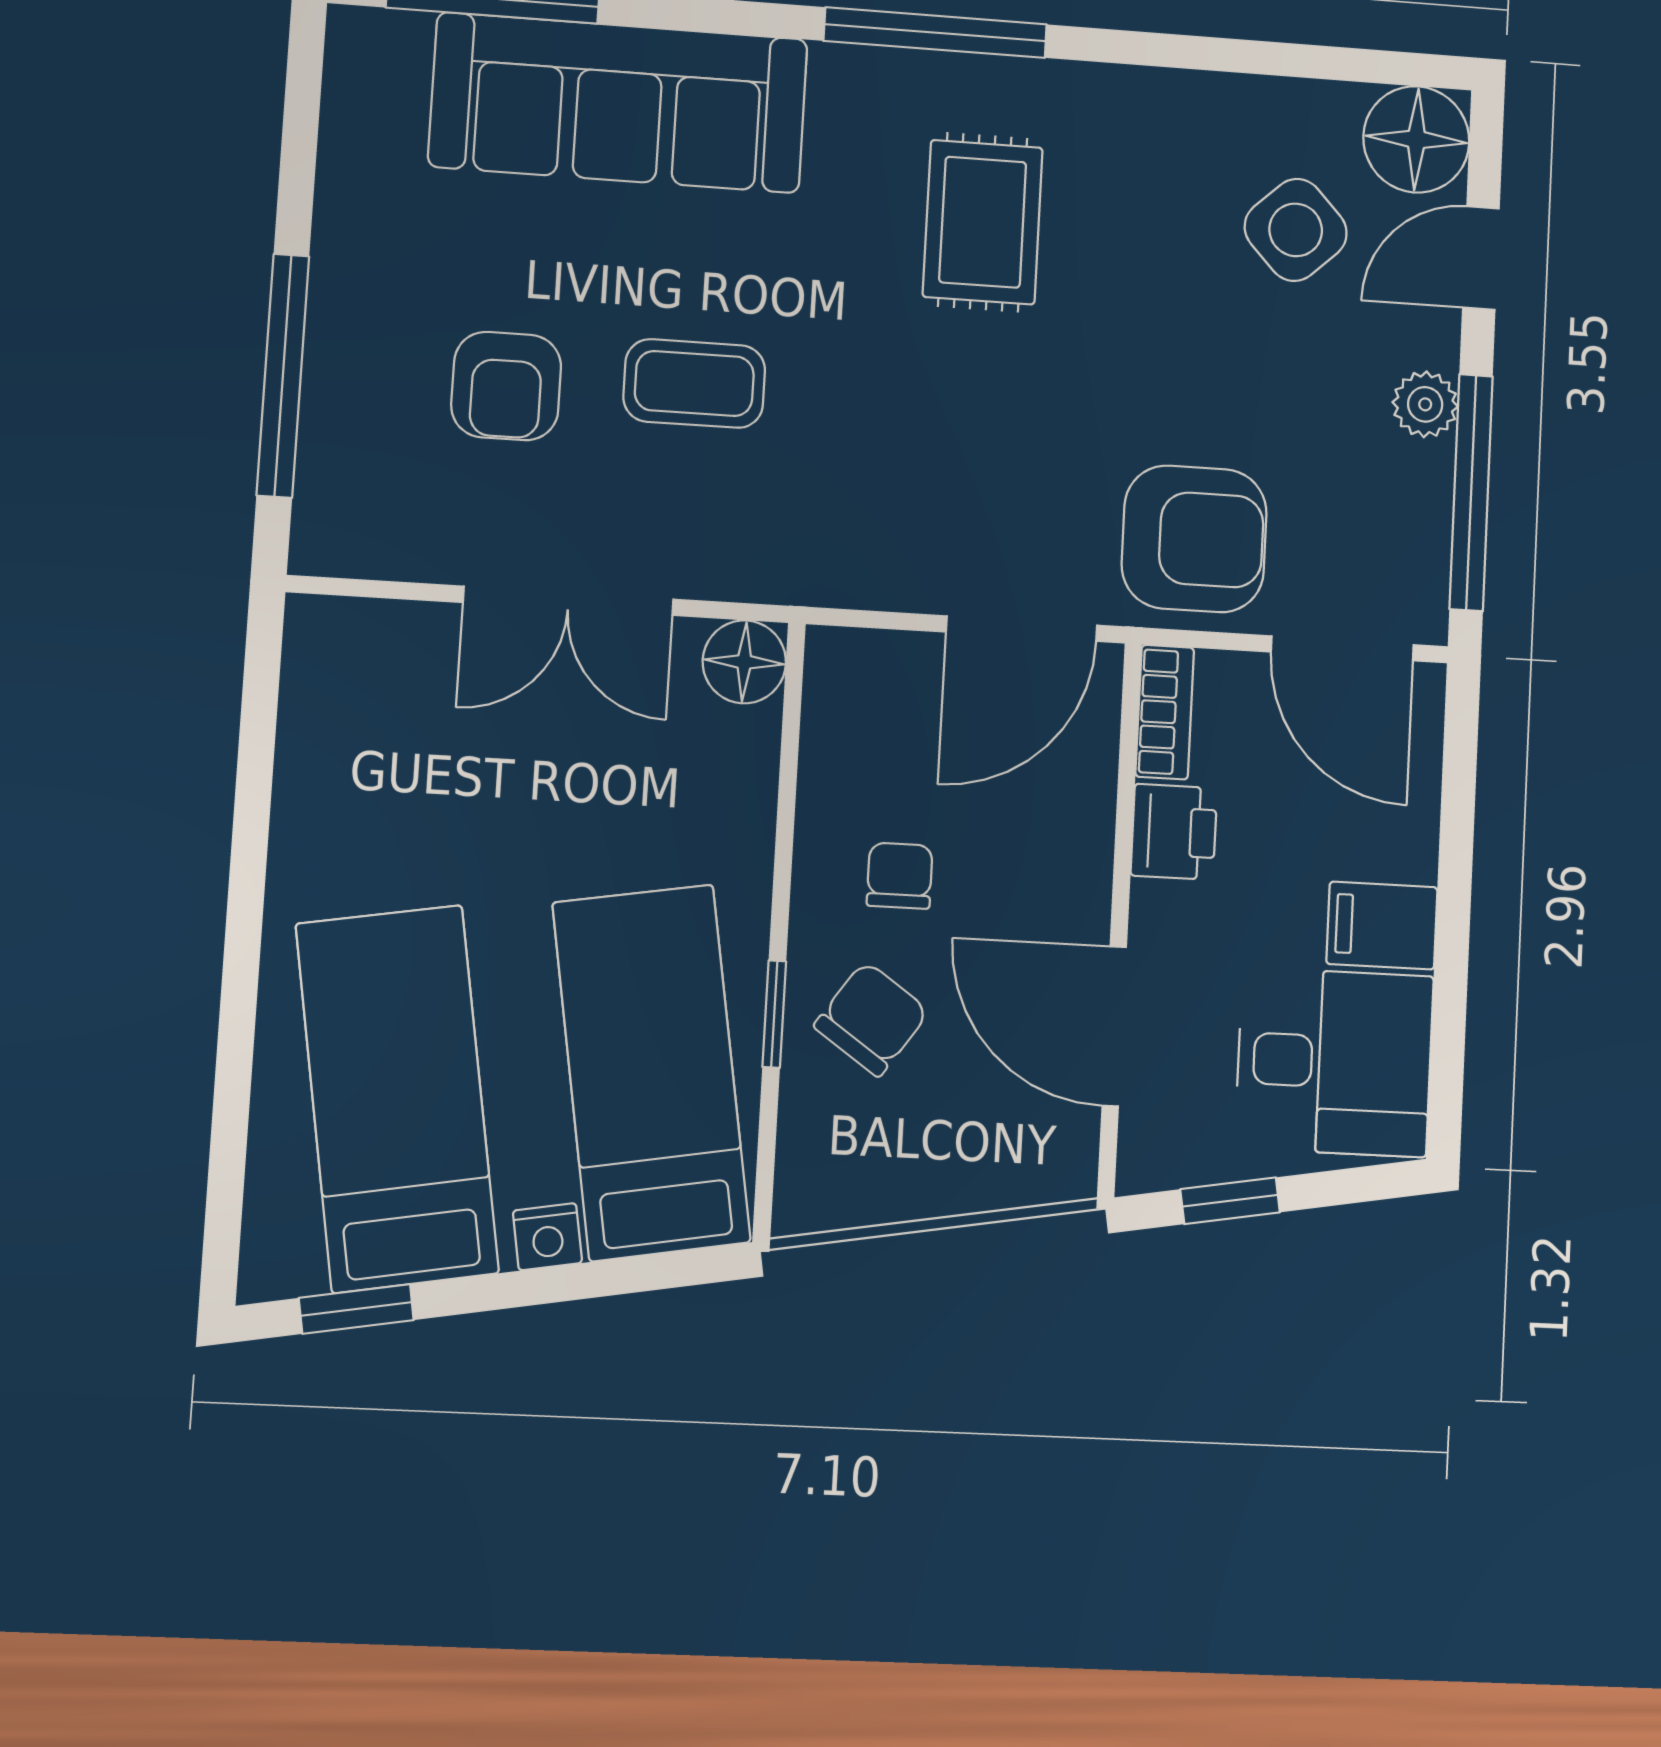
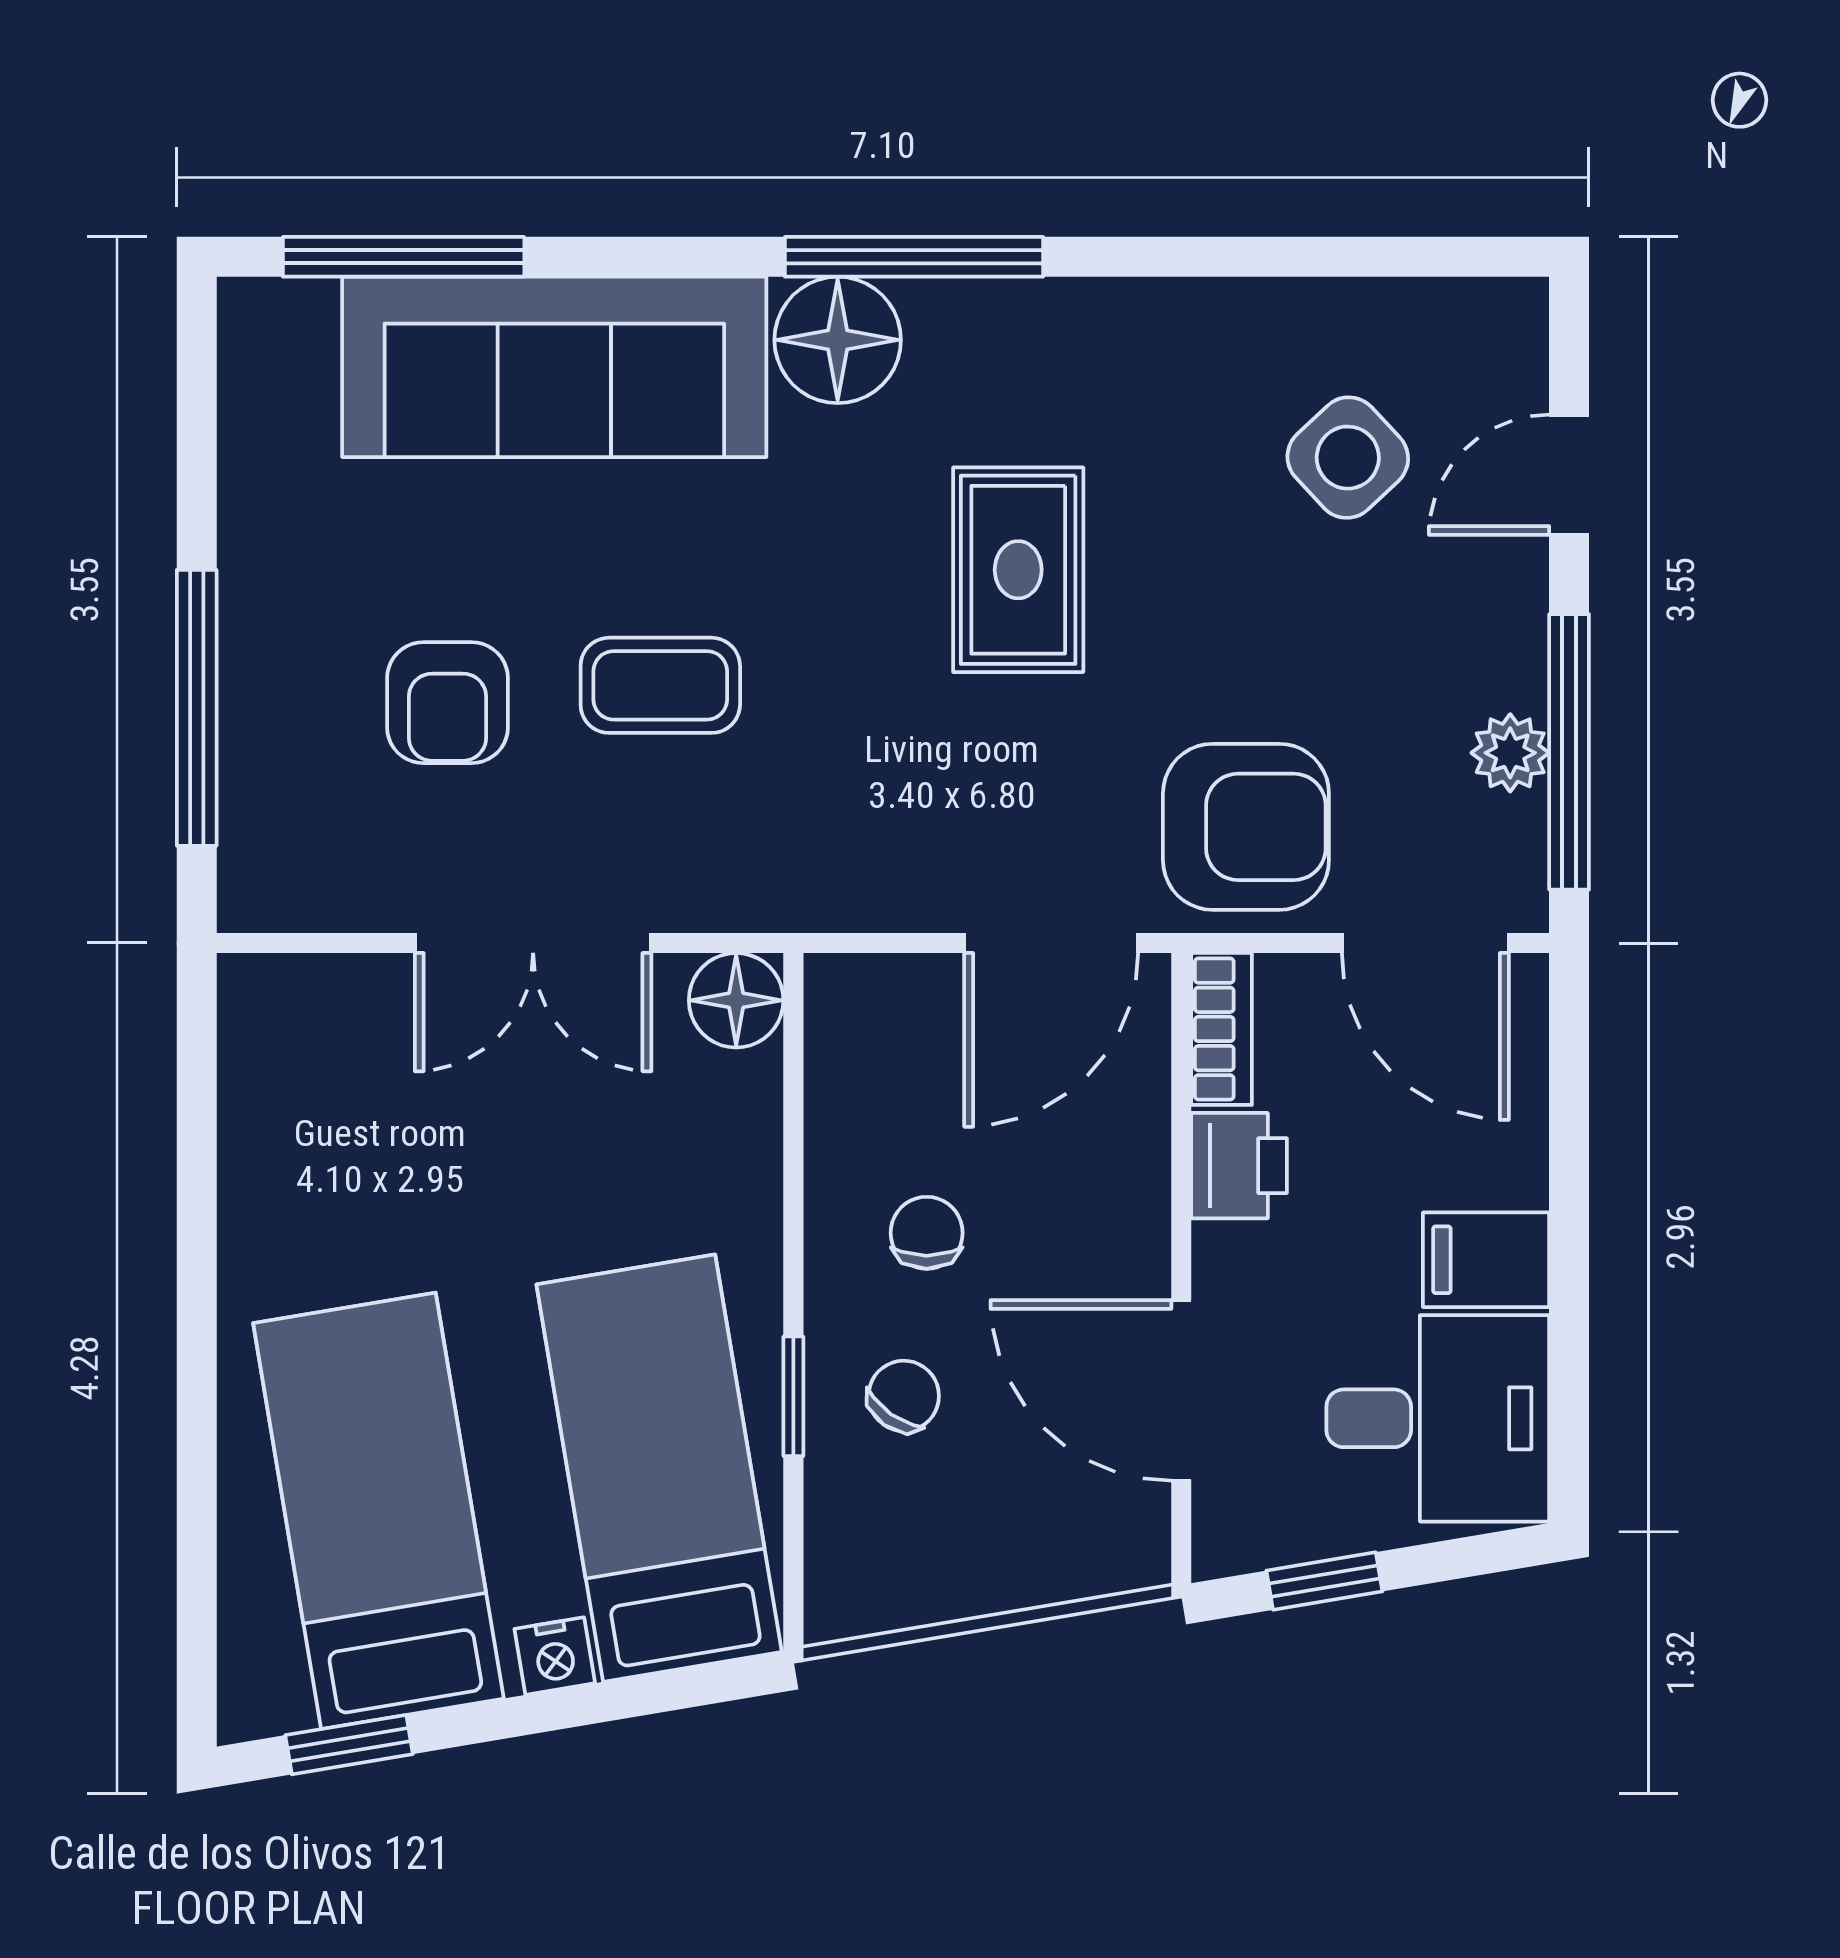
floor lamp: (1416, 139) -> (838, 340), moved
rug: (983, 222) -> (1018, 570), moved
plant: (1425, 404) -> (1510, 753), moved
chair: (872, 1019) -> (904, 1396), width x0.73, depth x0.73

